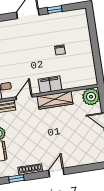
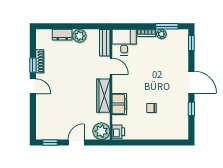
printer: (89, 80) -> (118, 132), added
filing cabinet: (50, 85) -> (119, 104), moved
window: (16, 179) -> (33, 65), moved

